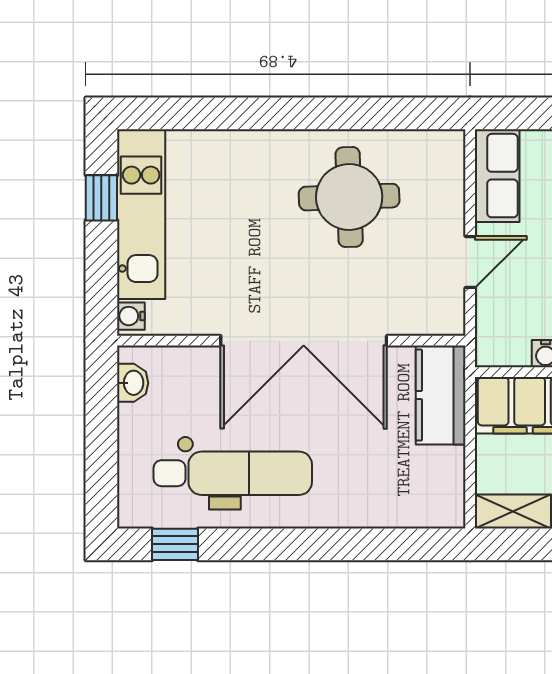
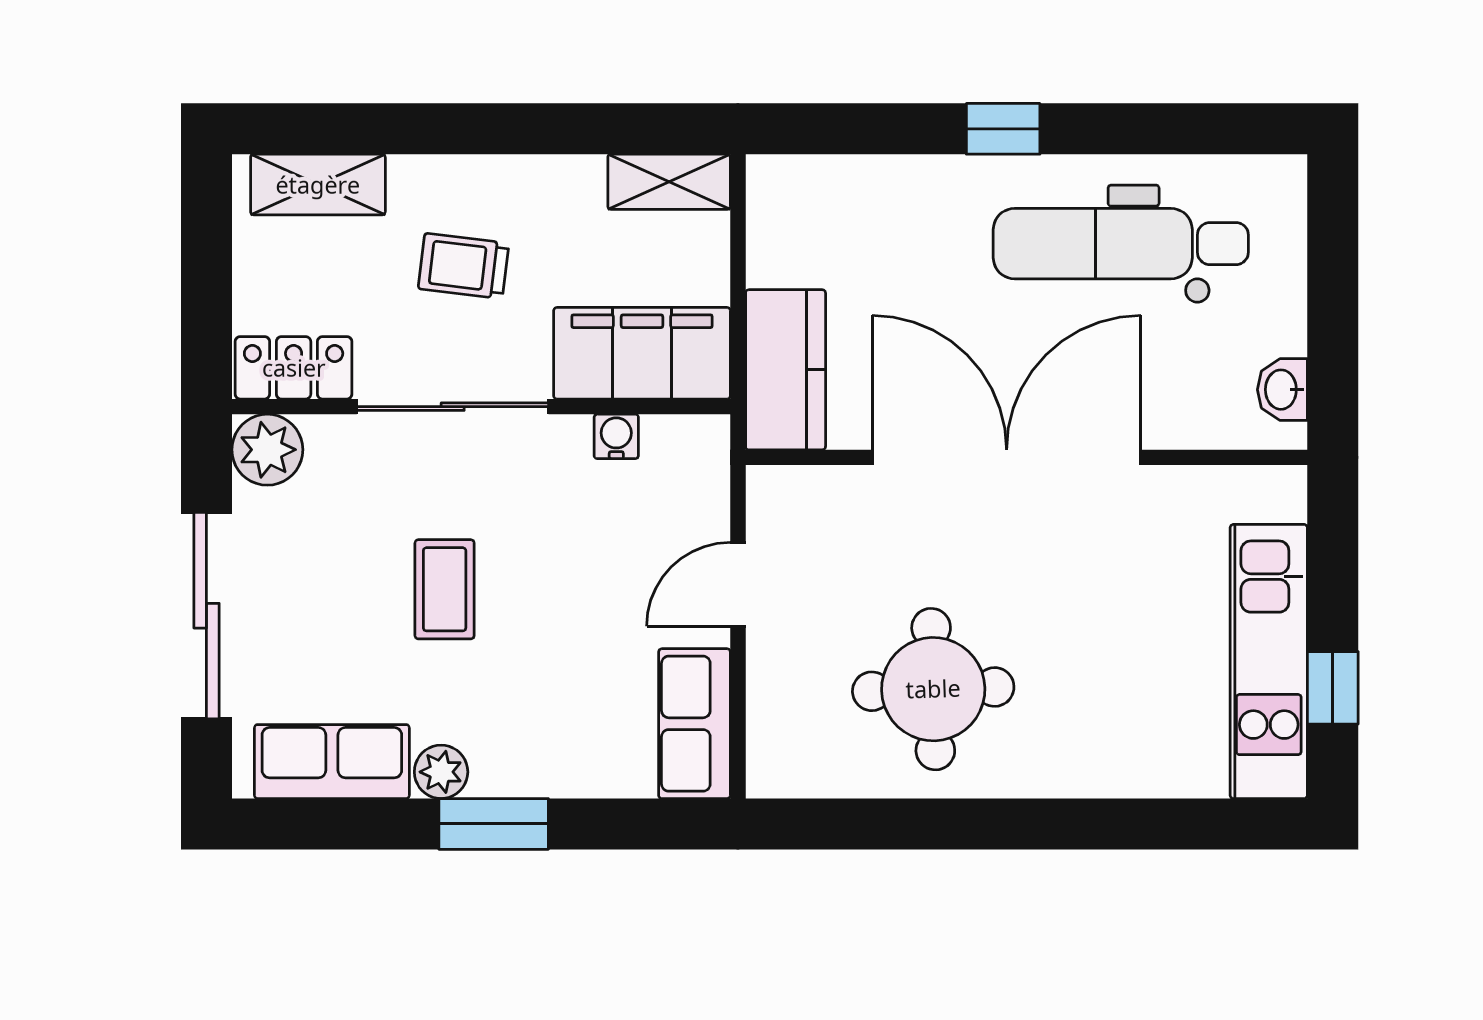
water cooler: (131, 316) -> (1285, 497), removed
window: (175, 544) -> (1003, 129), moved

